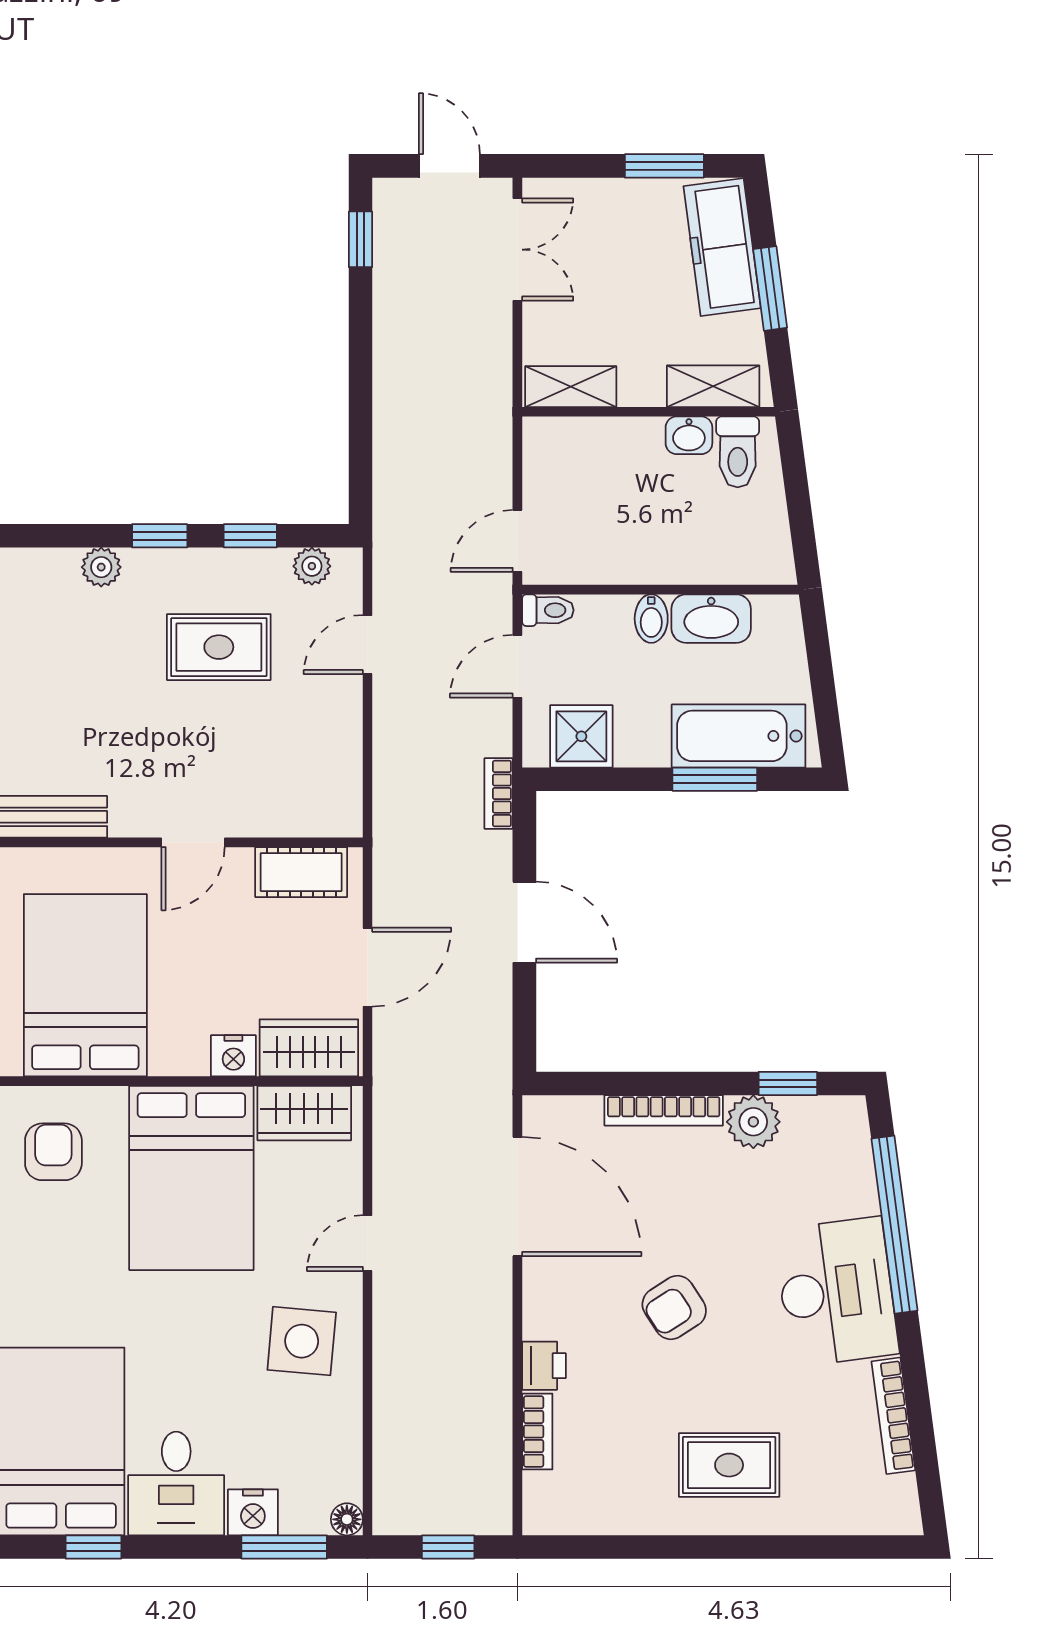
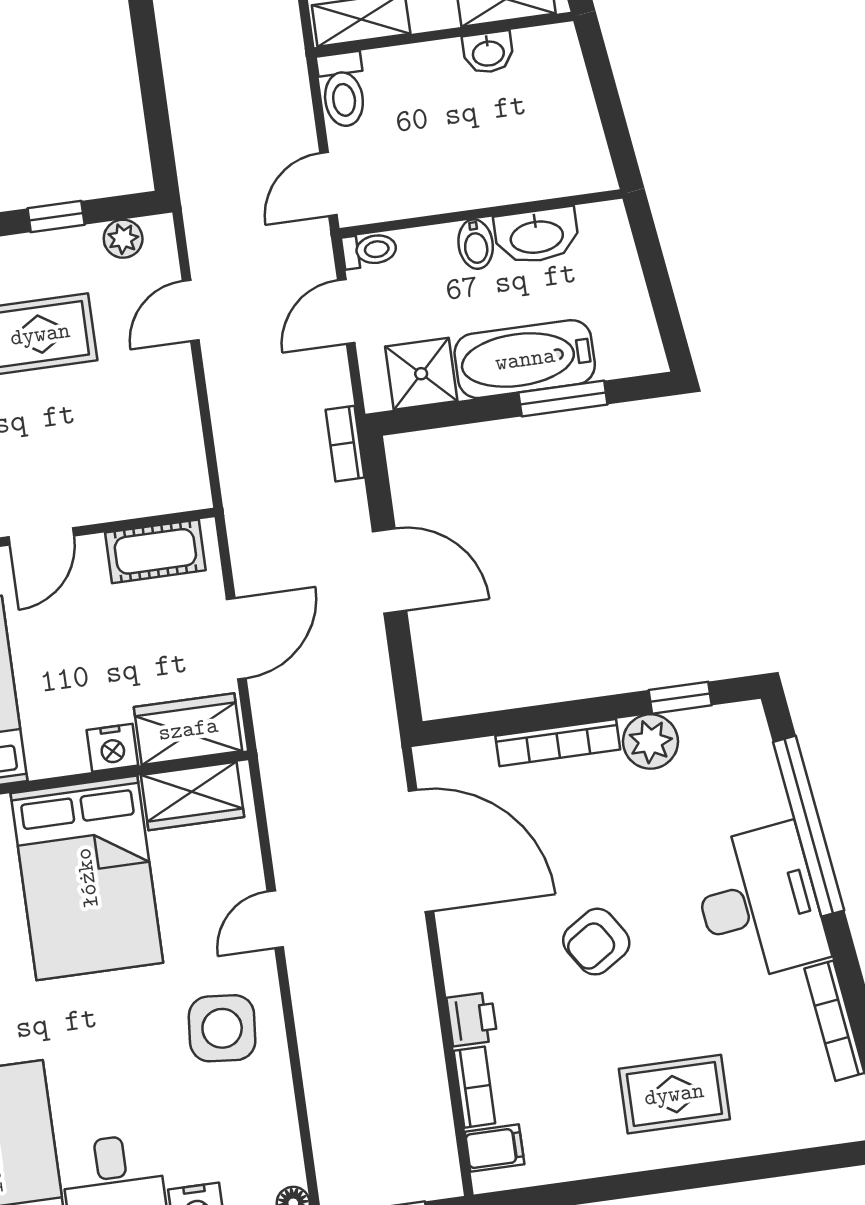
toilet: (738, 452) -> (343, 90), moved
bathtub: (739, 736) -> (525, 359), moved
filing cabinet: (548, 1493) -> (495, 1148), added

